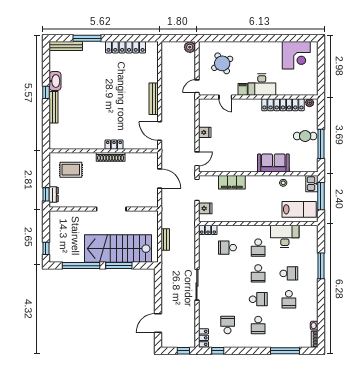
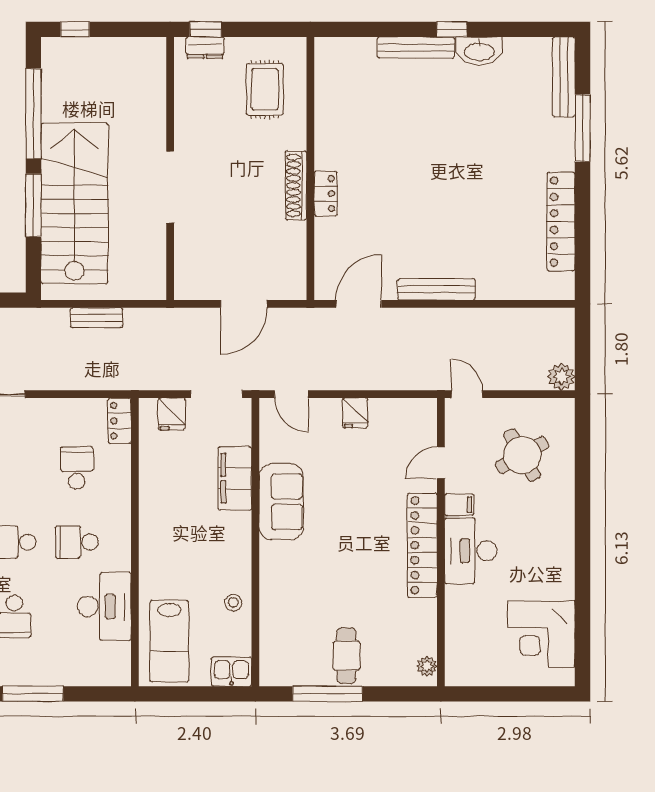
locker: (283, 105) -> (422, 545), moved
sofa: (273, 163) -> (281, 502), moved
window: (321, 196) -> (201, 694), removed

